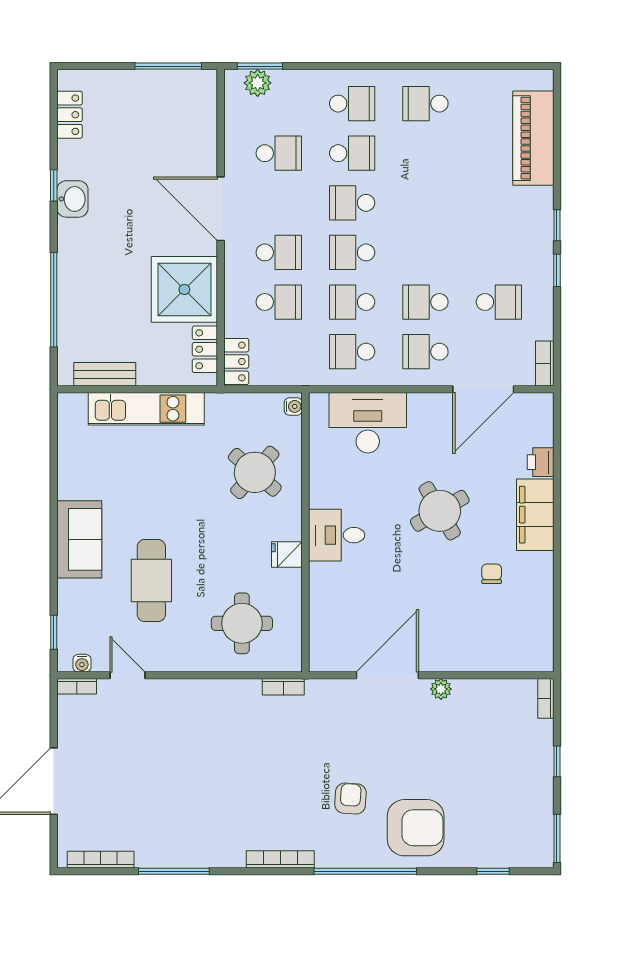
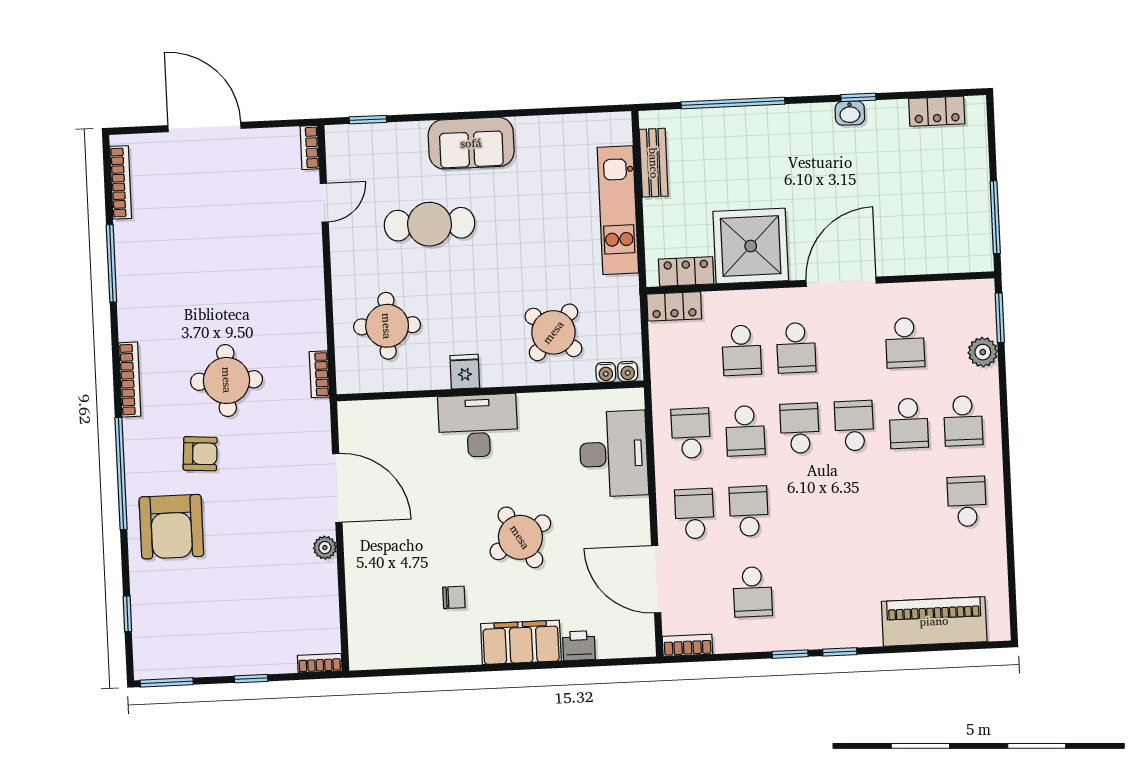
plant: (258, 83) -> (983, 352), moved
washbasin: (72, 199) -> (850, 113), width x0.72, depth x0.69
school desk: (352, 302) -> (745, 431), turned 180
desk: (337, 535) -> (478, 426), width x1.37
water cooler: (82, 663) -> (606, 372), moved, turned -90
round table: (285, 772) -> (227, 380), added

